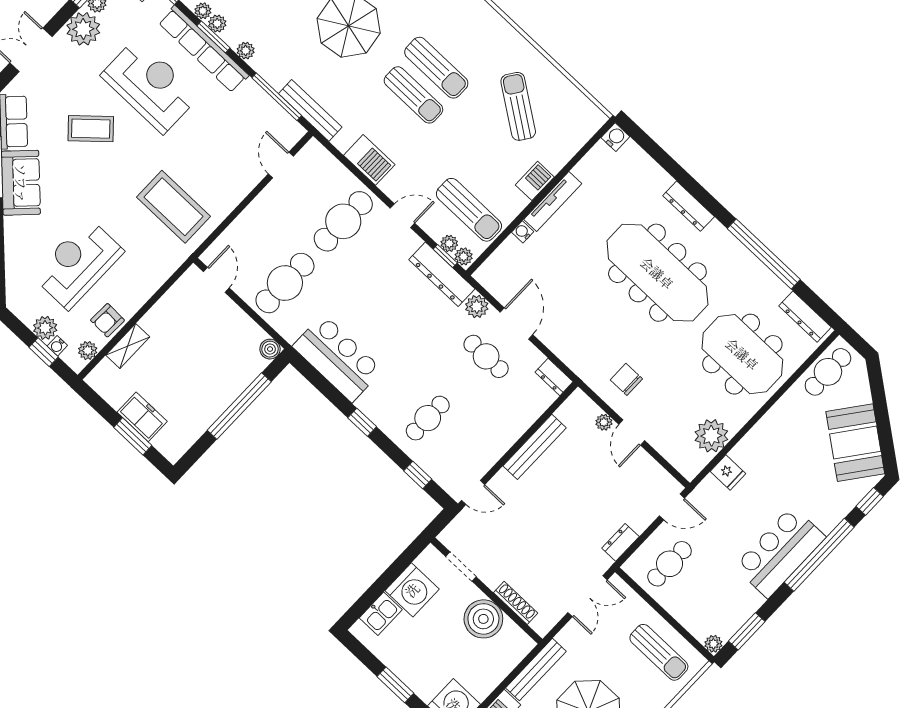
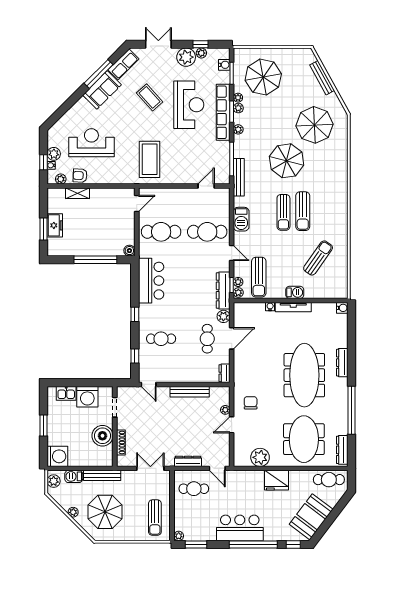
fridge: (728, 473) -> (276, 480), moved, width x1.88, depth x1.34
dresser: (620, 542) -> (188, 461), width x1.44
double door: (588, 596) -> (150, 468), swing flipped

